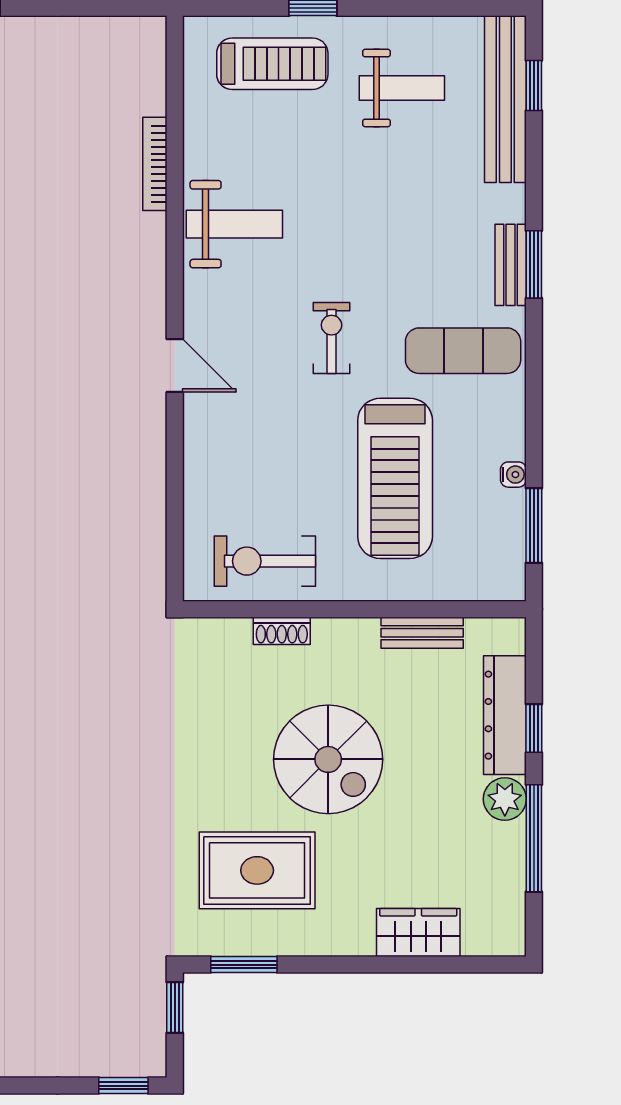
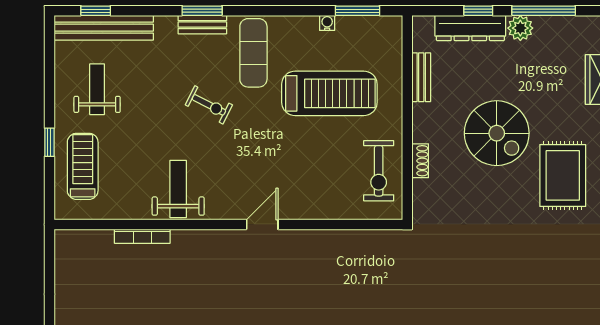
exercise bike: (331, 338) -> (209, 105), moved, turned -153
spiral stairs: (328, 759) -> (497, 133), turned 90

